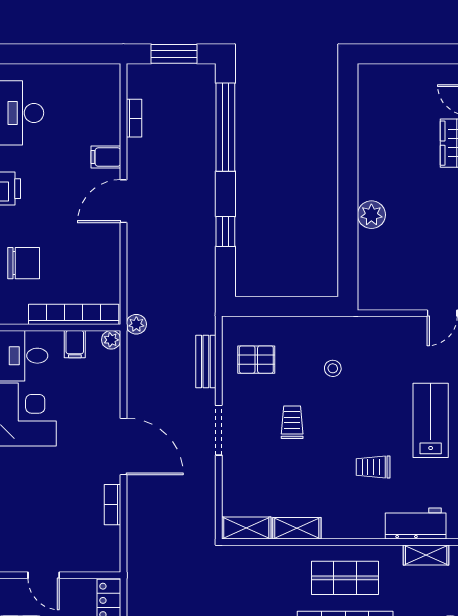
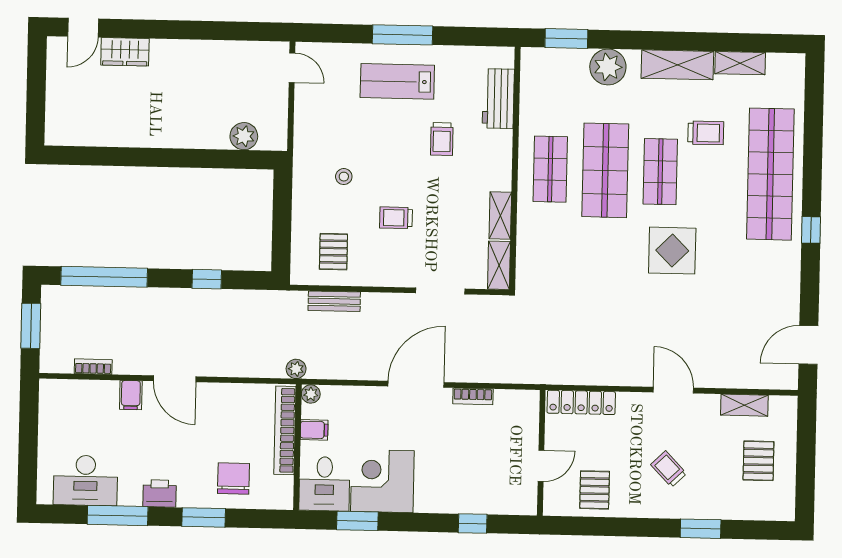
plant: (371, 215) -> (244, 136), moved
doorway: (219, 430) -> (440, 291), moved
shelving: (426, 555) -> (530, 89), removed

